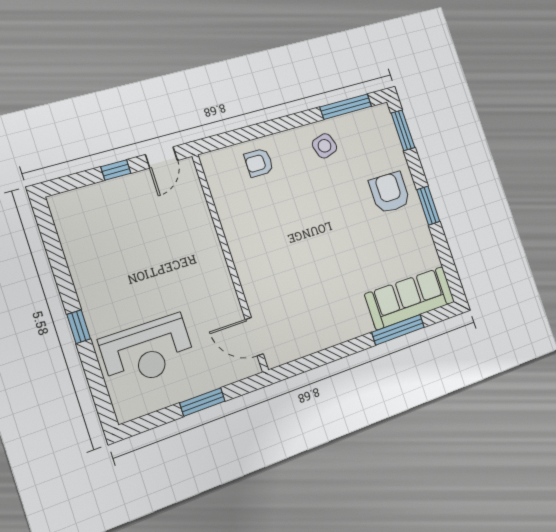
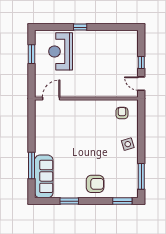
side table: (325, 146) -> (128, 144), moved
armchair: (259, 163) -> (122, 113), moved
window: (428, 206) -> (69, 201), moved
window: (202, 402) -> (32, 54), moved

